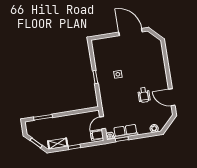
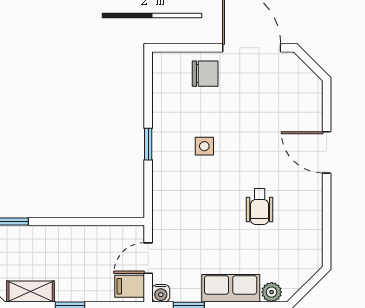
chair: (114, 45) -> (205, 74), added
door: (172, 97) -> (327, 152), moved
row of seats: (125, 131) -> (231, 288), moved

